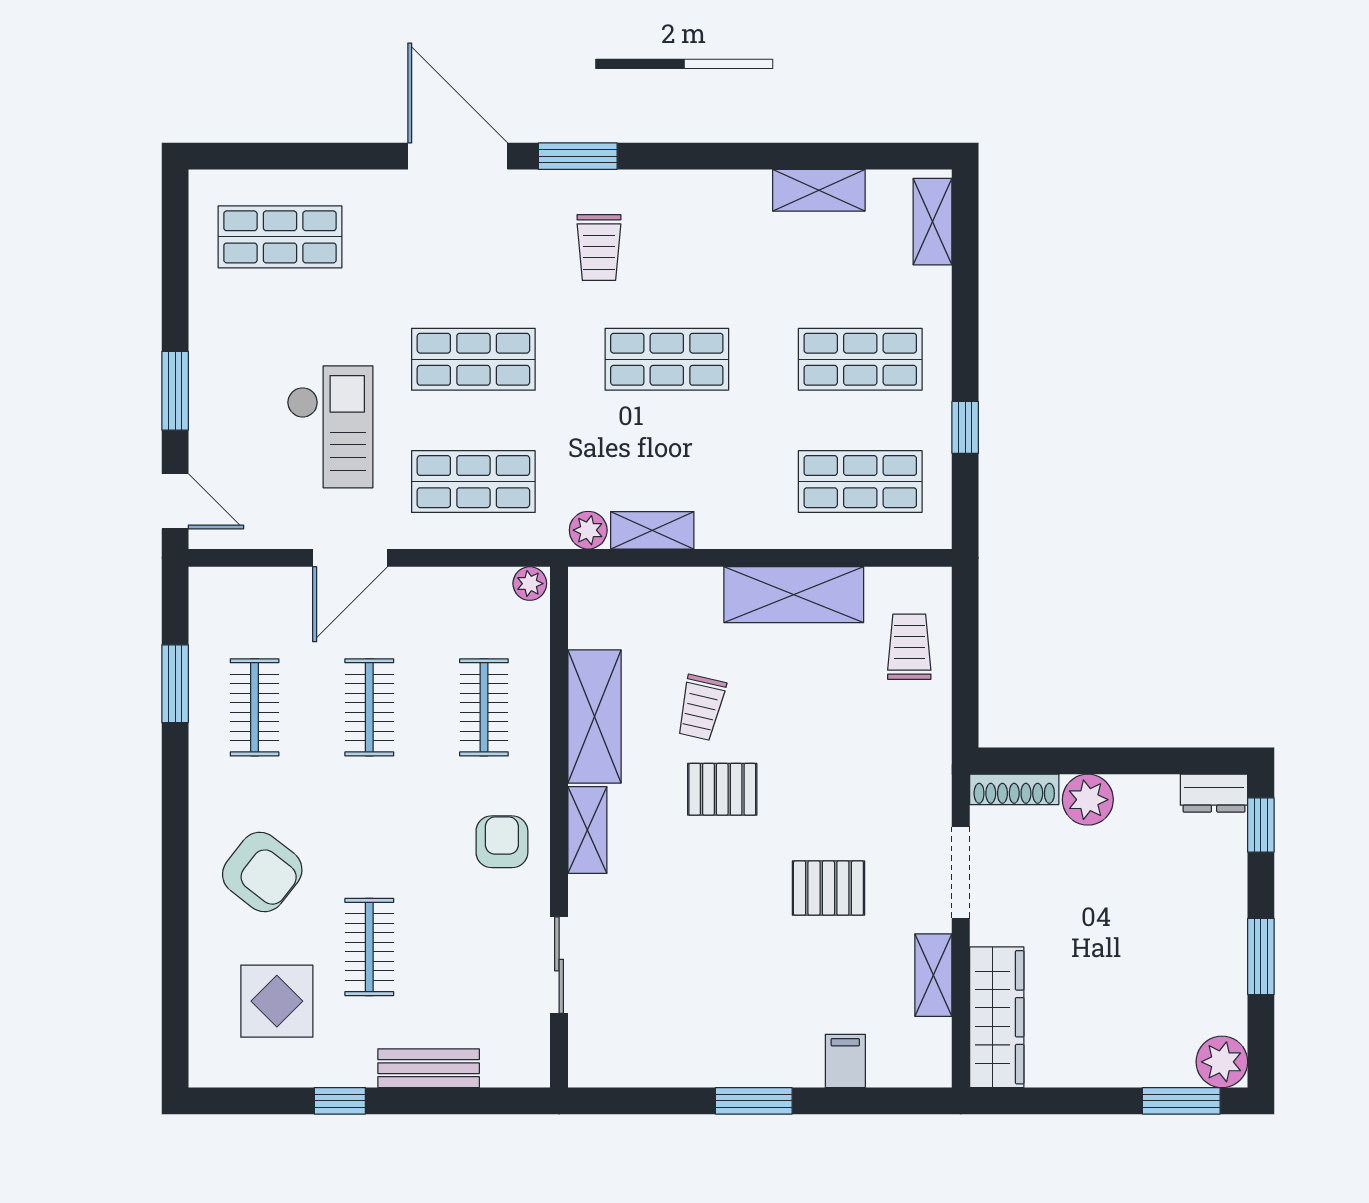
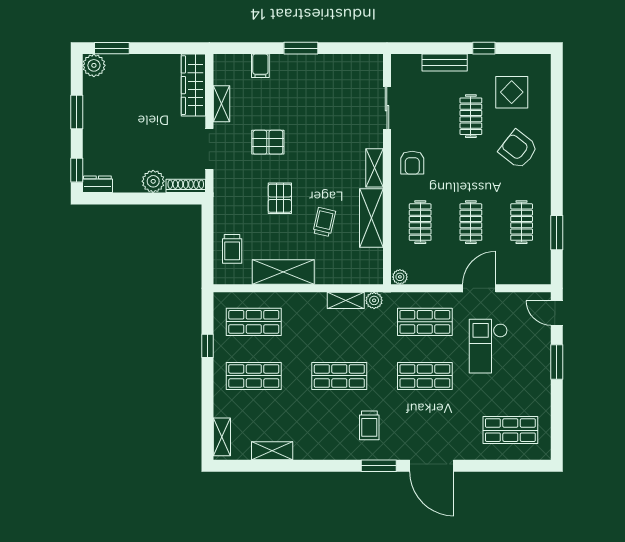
trolley: (599, 248) -> (369, 425), turned 180
pallet: (722, 789) -> (280, 198), moved, turned 90

